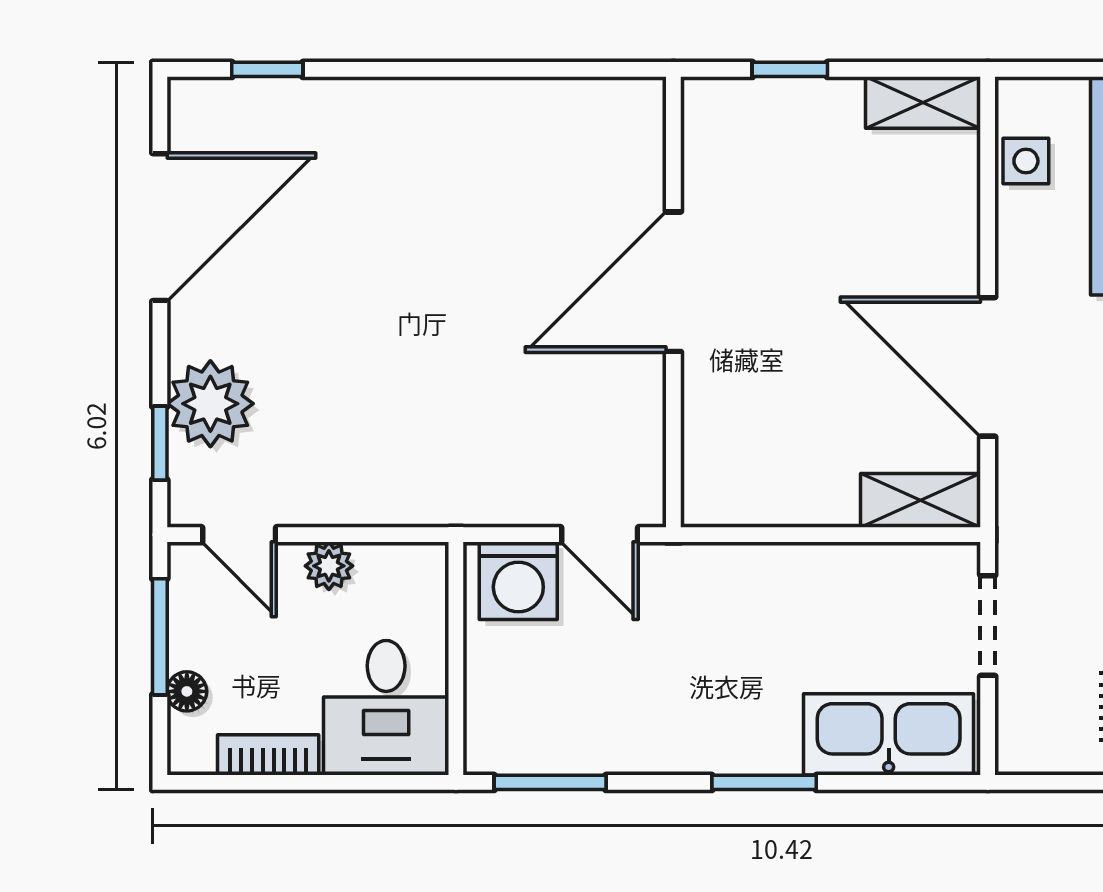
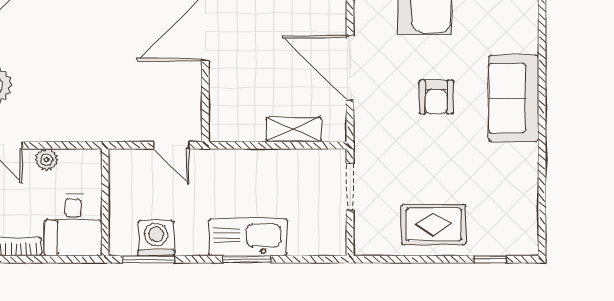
shelving: (921, 500) -> (294, 129), moved
washing machine: (518, 581) -> (156, 238), moved, turned 180
kitchen sink: (889, 734) -> (248, 237), moved

